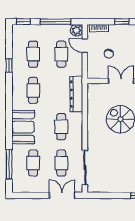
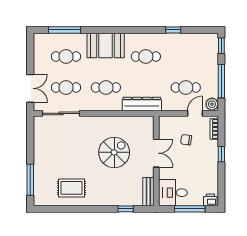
cafe table: (33, 54) -> (186, 56), removed

